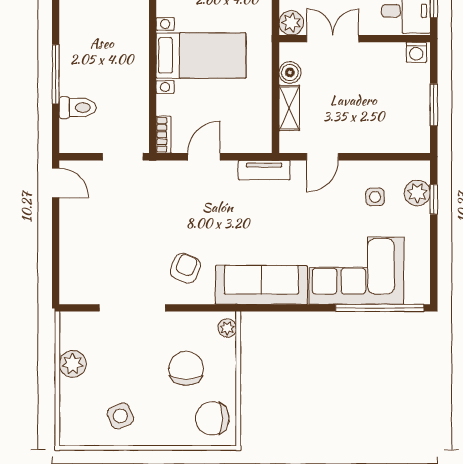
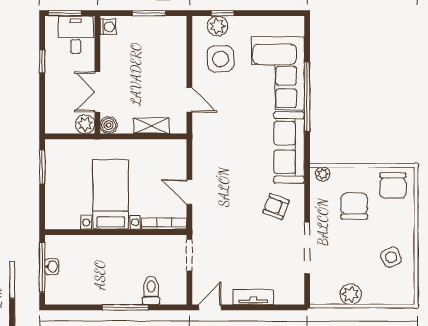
boiler: (290, 72) -> (109, 125), moved
bookcase: (164, 135) -> (164, 224), width x1.56
tv unit: (264, 170) -> (253, 297), moved, turned -90
side table: (375, 197) -> (221, 59), width x1.87, depth x1.87
window: (380, 308) -> (307, 97), moved
chair: (186, 368) -> (354, 206), turned 90

